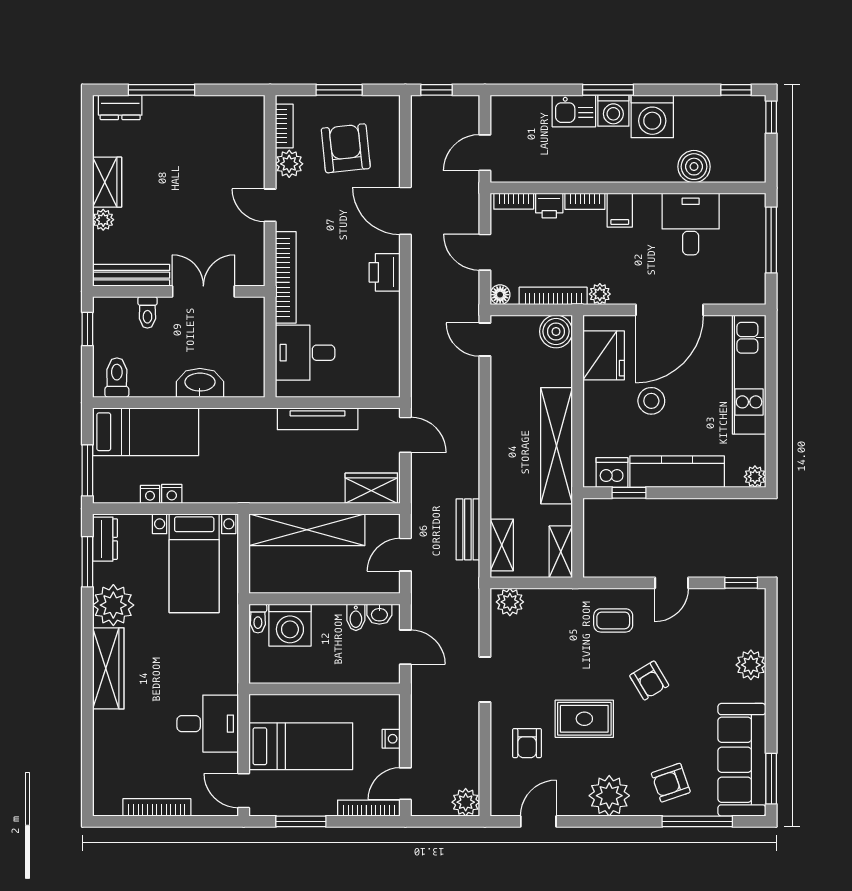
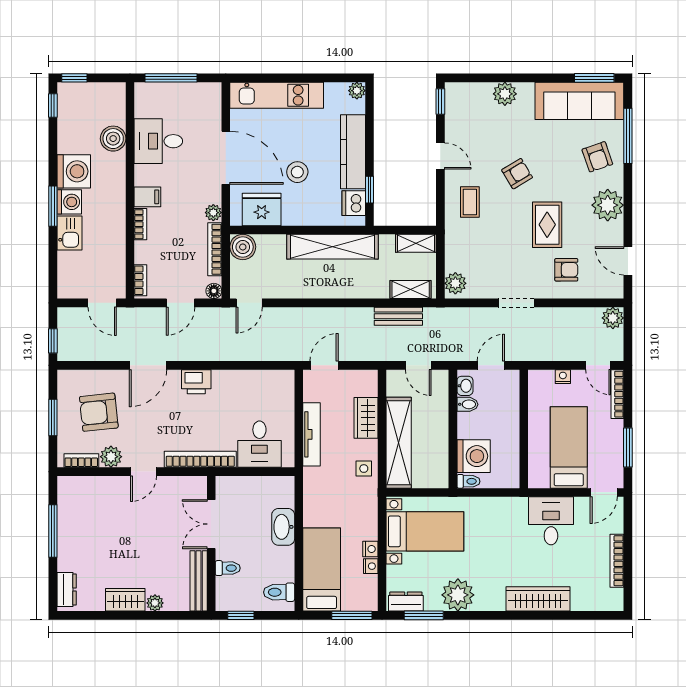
window: (162, 90) -> (53, 531), moved
printer: (549, 206) -> (144, 252), removed
side table: (274, 485) -> (364, 469), added
wardrobe: (371, 488) -> (366, 418), moved
wardrobe: (108, 668) -> (538, 599), moved

